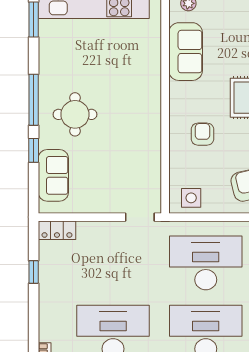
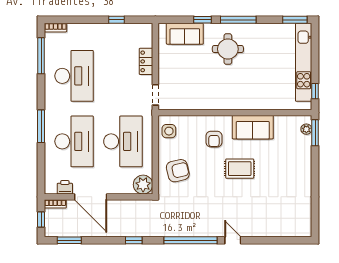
sofa: (186, 52) -> (253, 127), moved
armchair: (202, 134) -> (214, 139), turned 90
locker: (57, 230) -> (146, 61), moved

